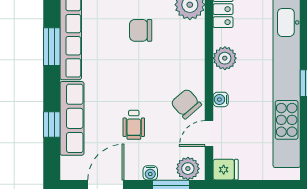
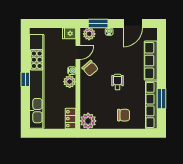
chair: (141, 30) -> (124, 115), moved
plant: (225, 58) -> (70, 82), moved
window: (52, 124) -> (161, 57), removed
wheelchair: (134, 125) -> (118, 82), moved

